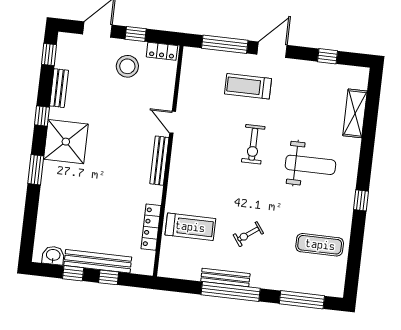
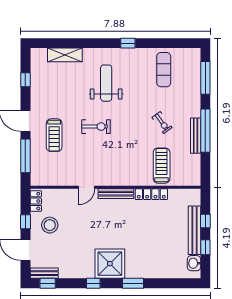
bench: (59, 88) -> (44, 273), moved
locker: (151, 227) -> (151, 194), moved

